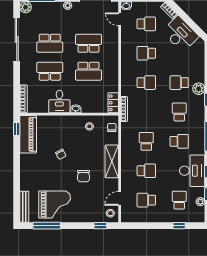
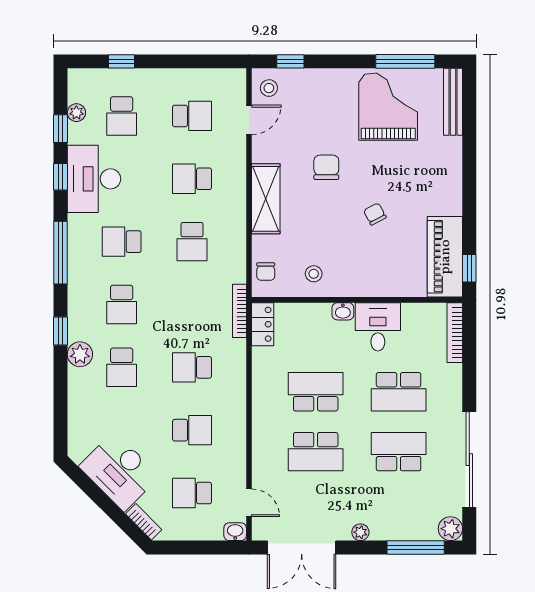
school desk: (179, 83) -> (122, 367), turned 90
grand piano: (55, 205) -> (388, 107), turned 90

